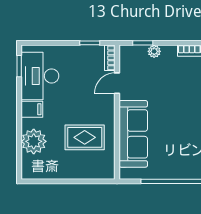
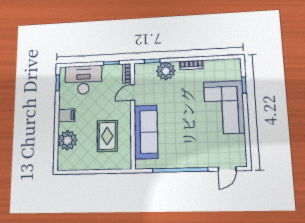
plant: (154, 51) -> (166, 71), width x1.87, depth x1.87
desk: (40, 76) -> (83, 80), moved, turned 90
rug: (85, 137) -> (107, 136), turned 90

